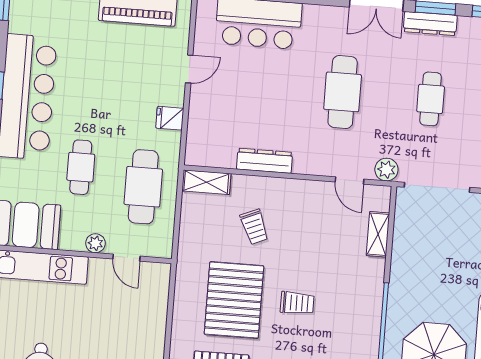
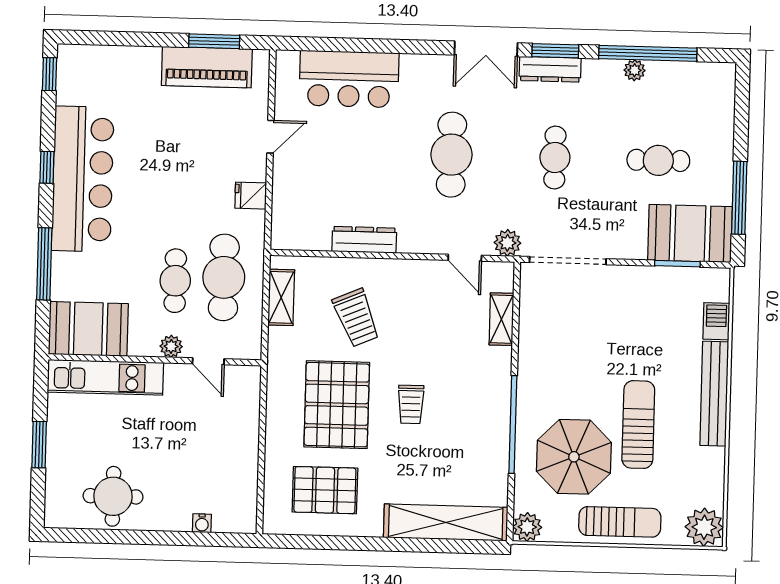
cafe table: (81, 167) -> (175, 281), moved
shelving: (206, 182) -> (281, 297), moved, turned 90
trolley: (254, 227) -> (356, 318), width x1.36, depth x1.39
trolley: (297, 303) -> (411, 404), turned 90

